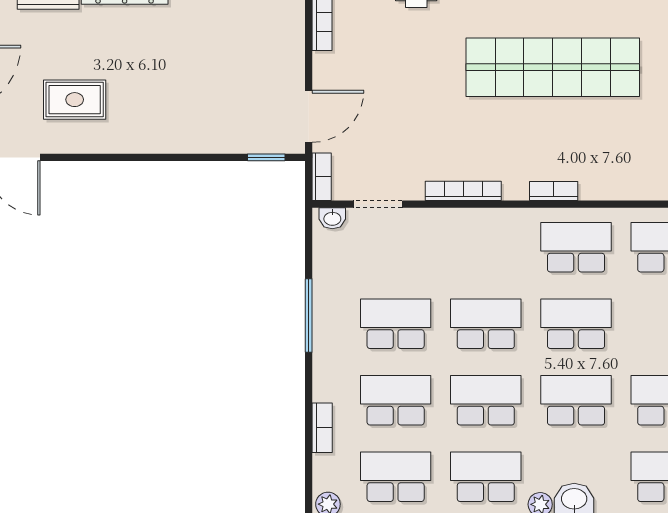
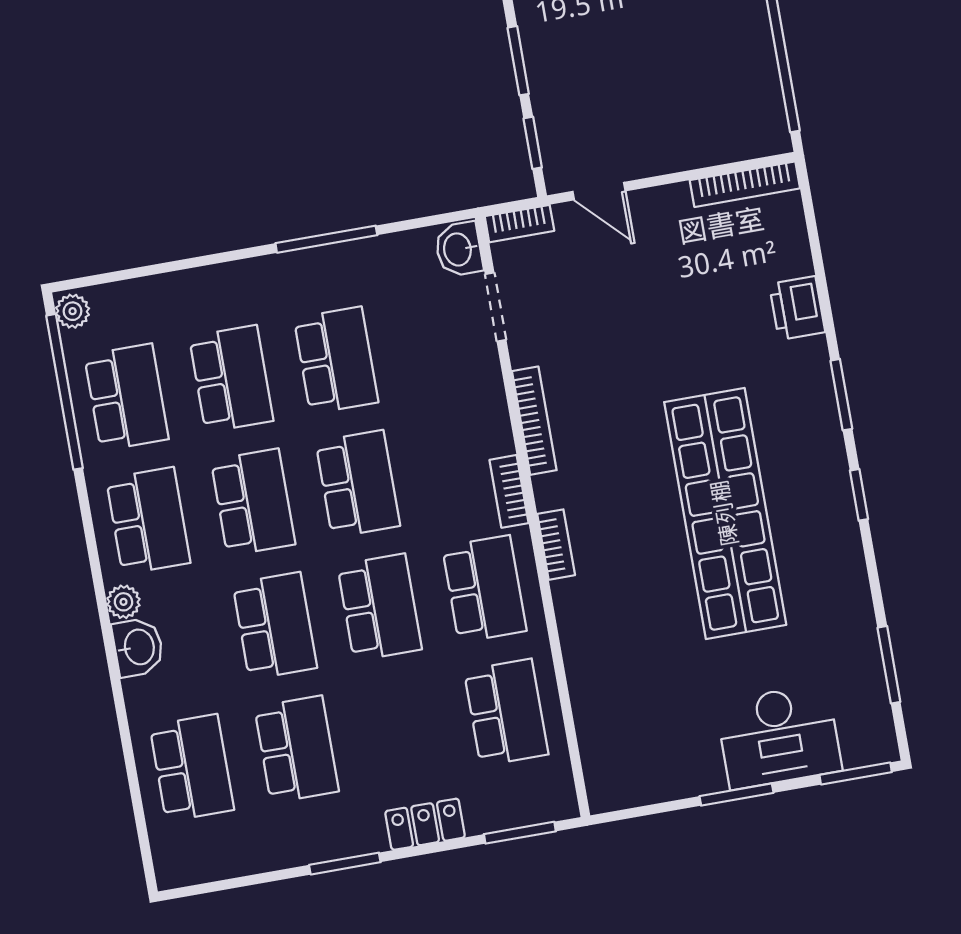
door: (309, 116) -> (599, 191), width x0.73
window: (206, 157) -> (518, 61), added
washbasin: (332, 218) -> (459, 249), width x1.38, depth x1.45
bookcase: (322, 428) -> (509, 491), moved, turned 90

